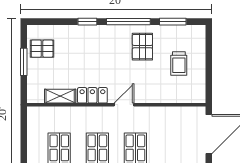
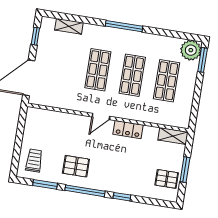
pallet: (142, 47) -> (76, 166), turned 90
trolley: (179, 64) -> (34, 160), moved
shelving: (60, 96) -> (173, 136), moved

